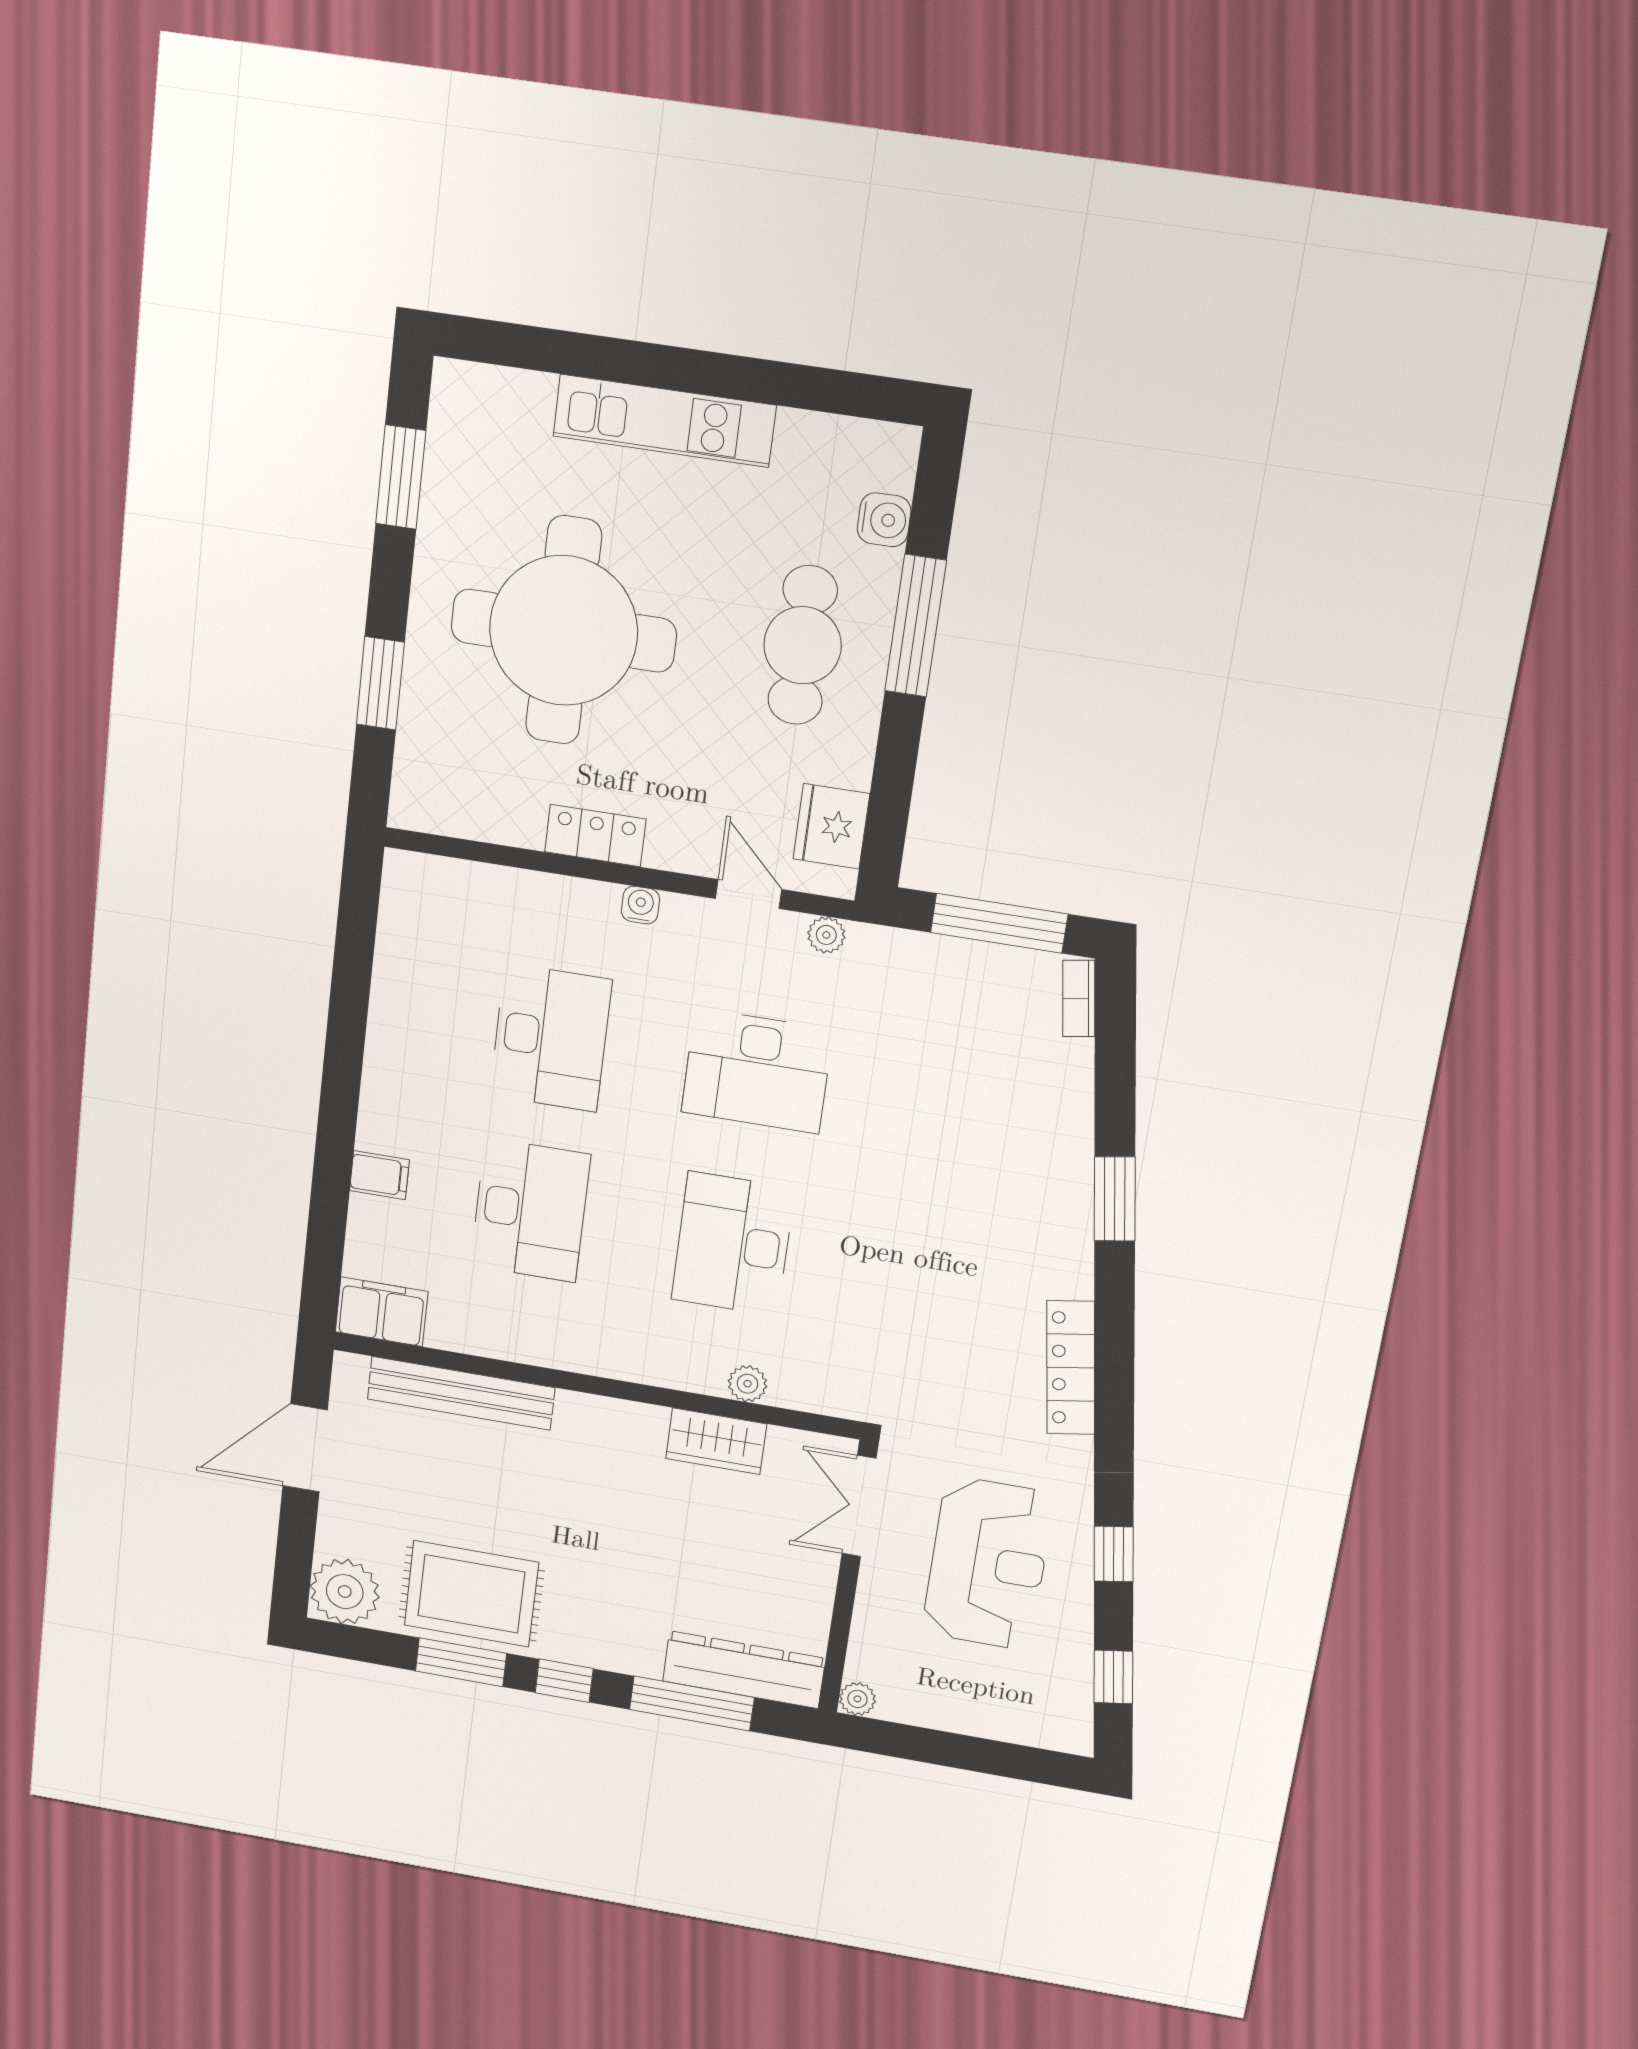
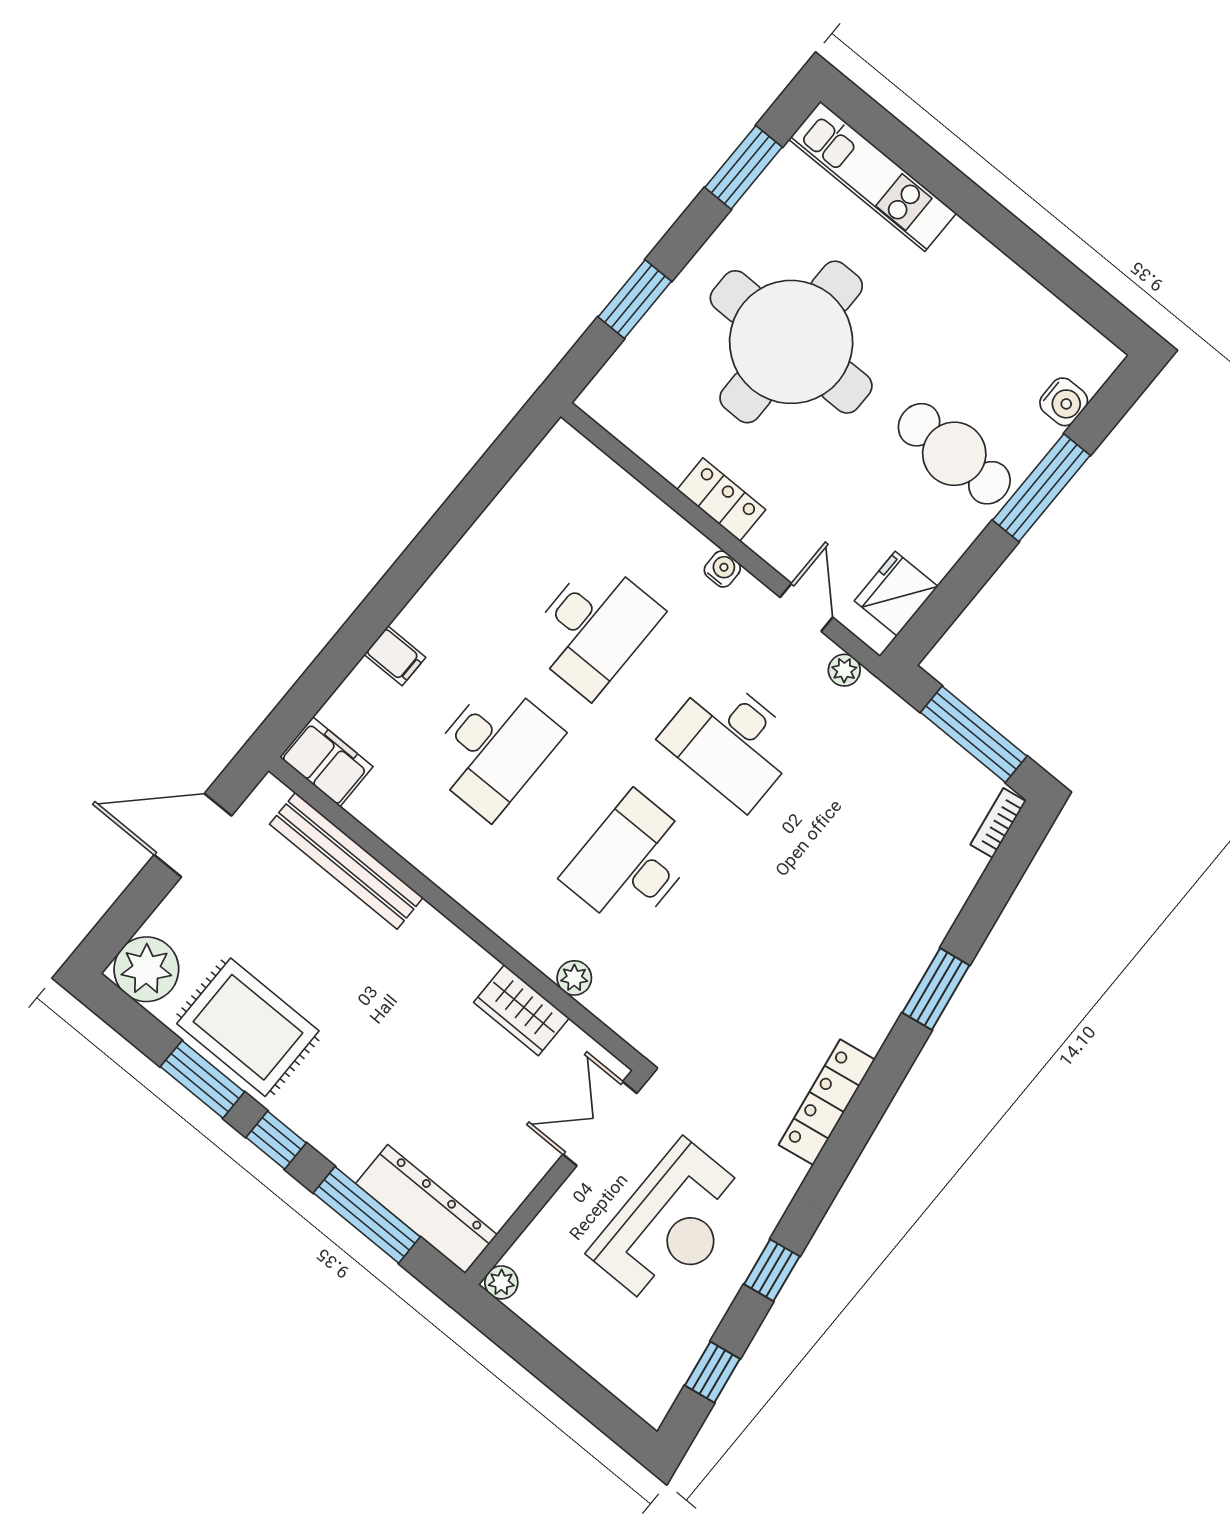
kitchen unit: (664, 421) -> (873, 176), moved
cafe table: (803, 645) -> (954, 454), turned 90

